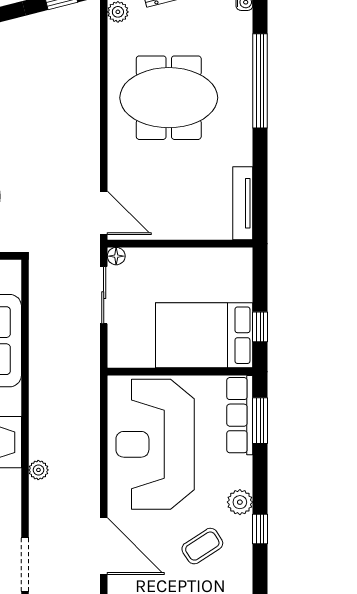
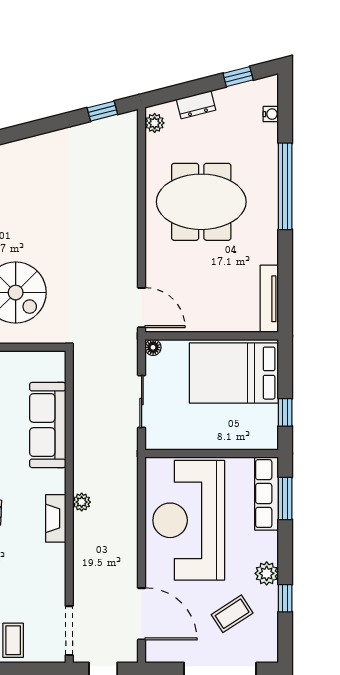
sliding door: (104, 295) -> (142, 402), moved
bed: (204, 335) -> (234, 373), moved
plant: (38, 470) -> (82, 502), moved

